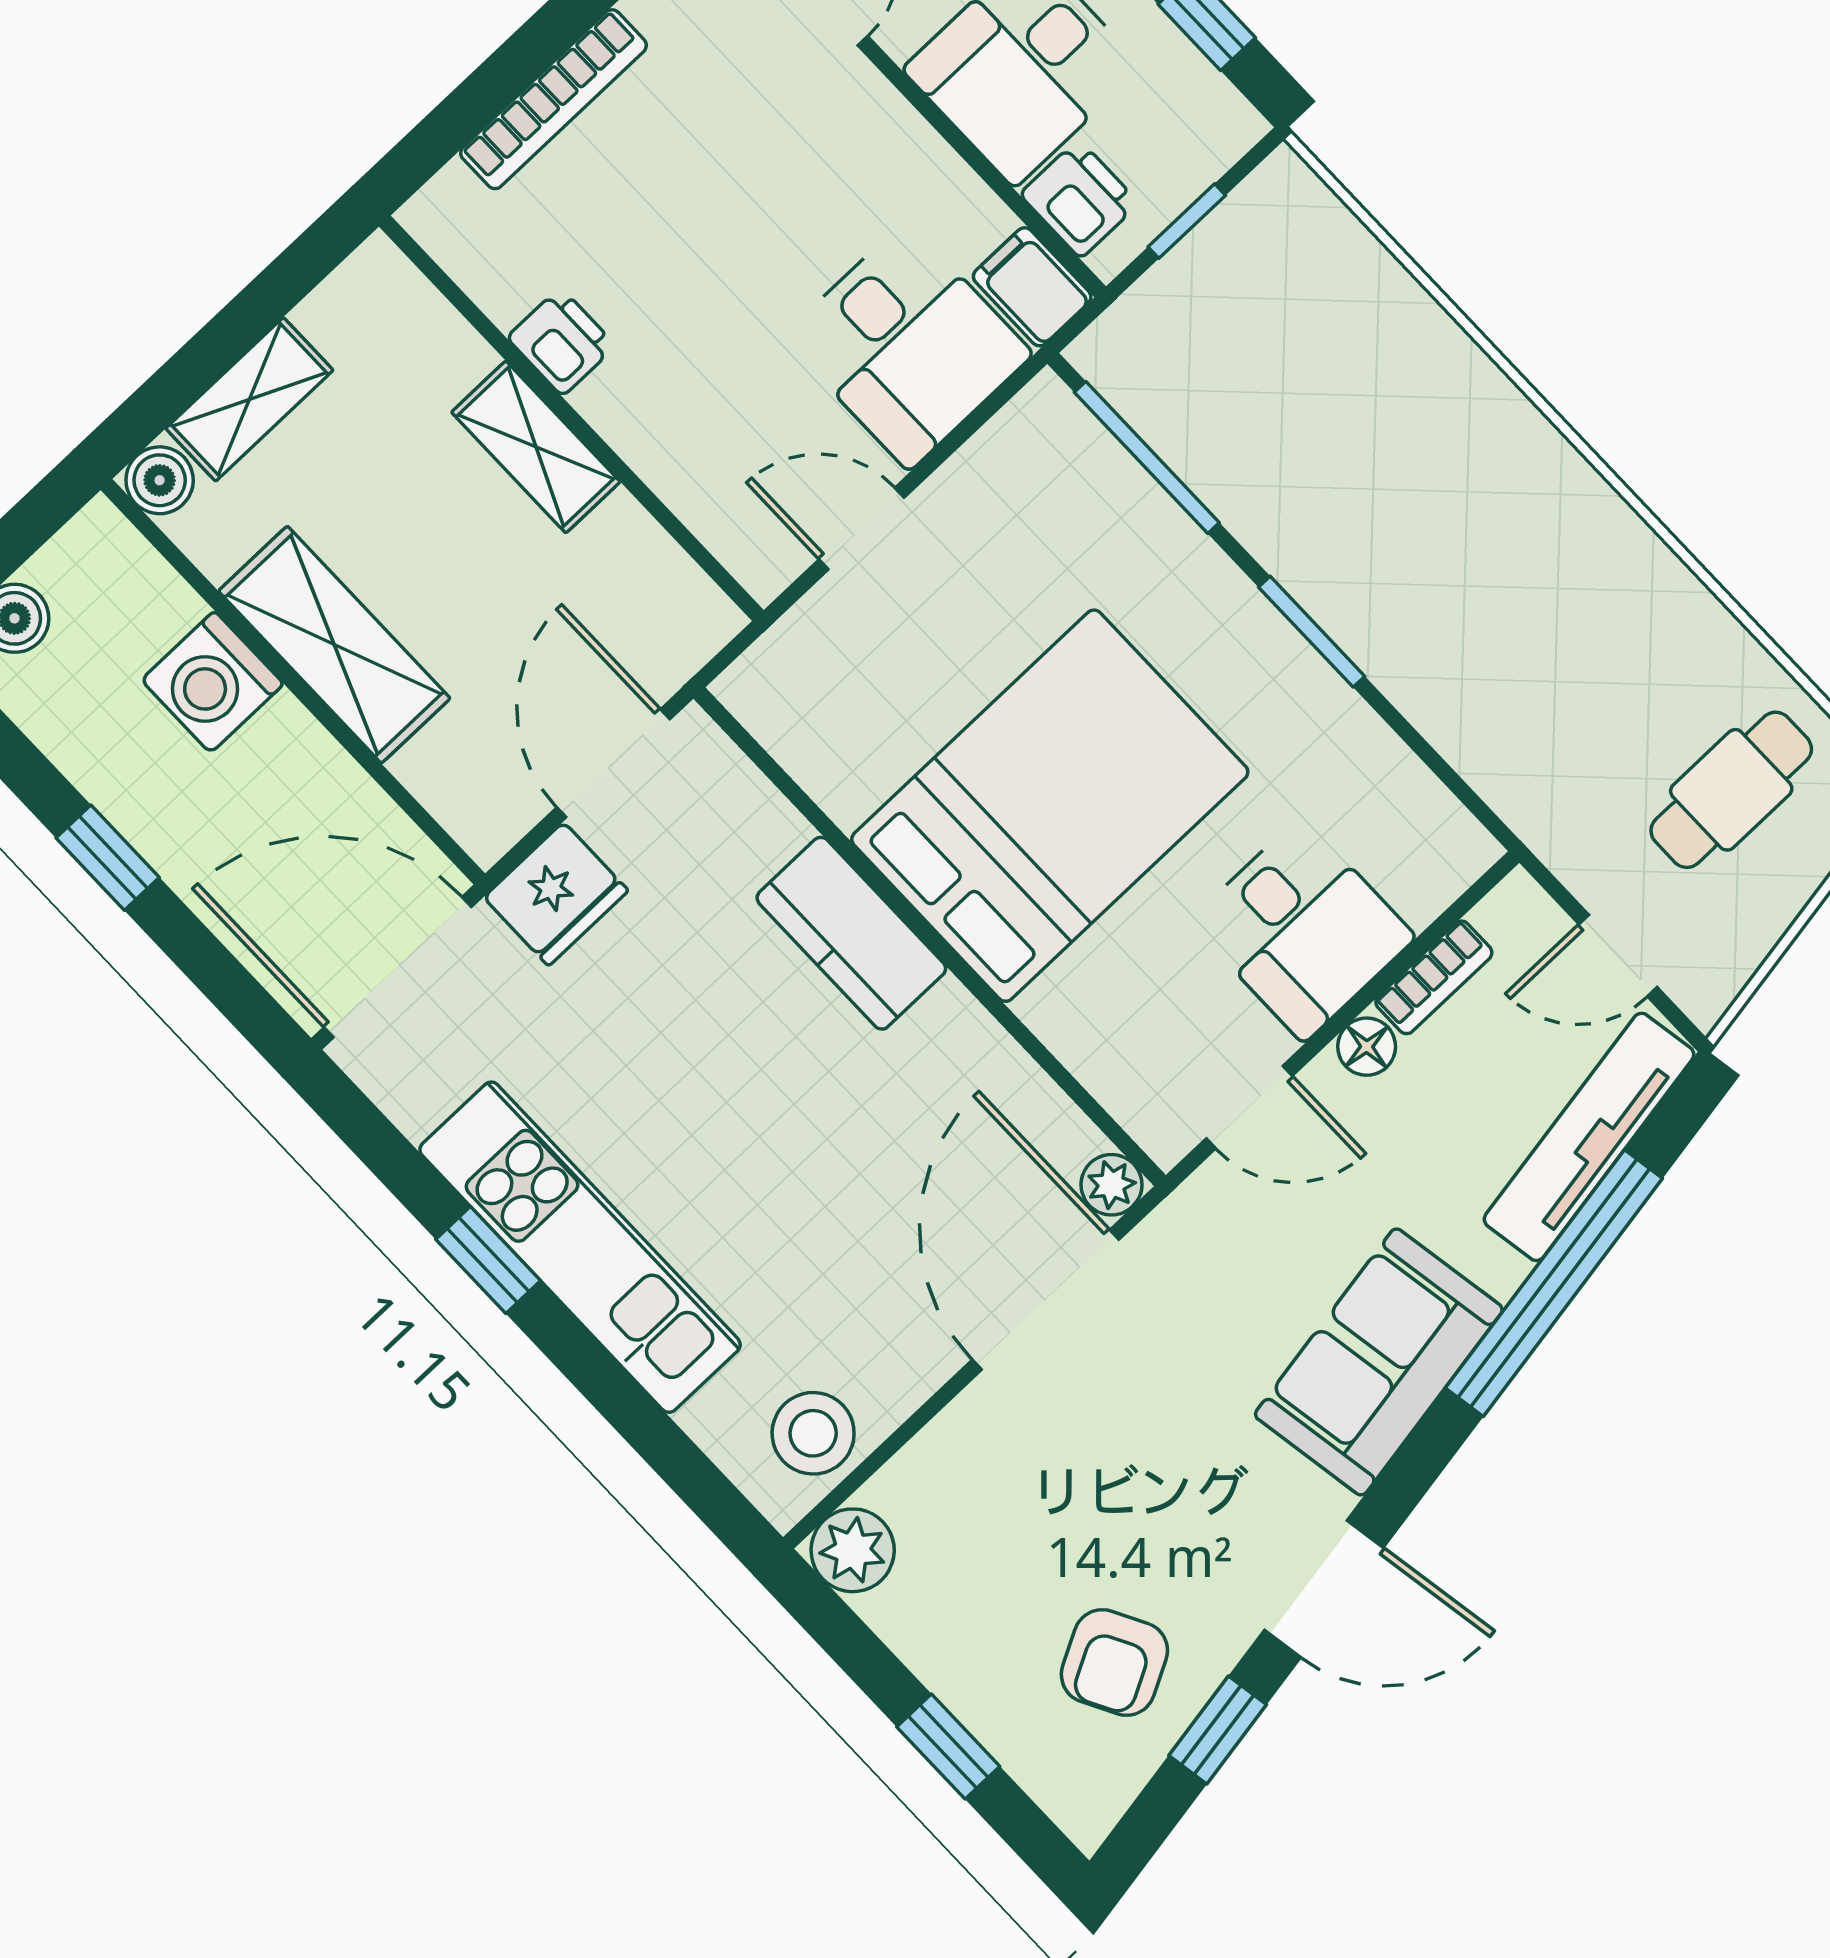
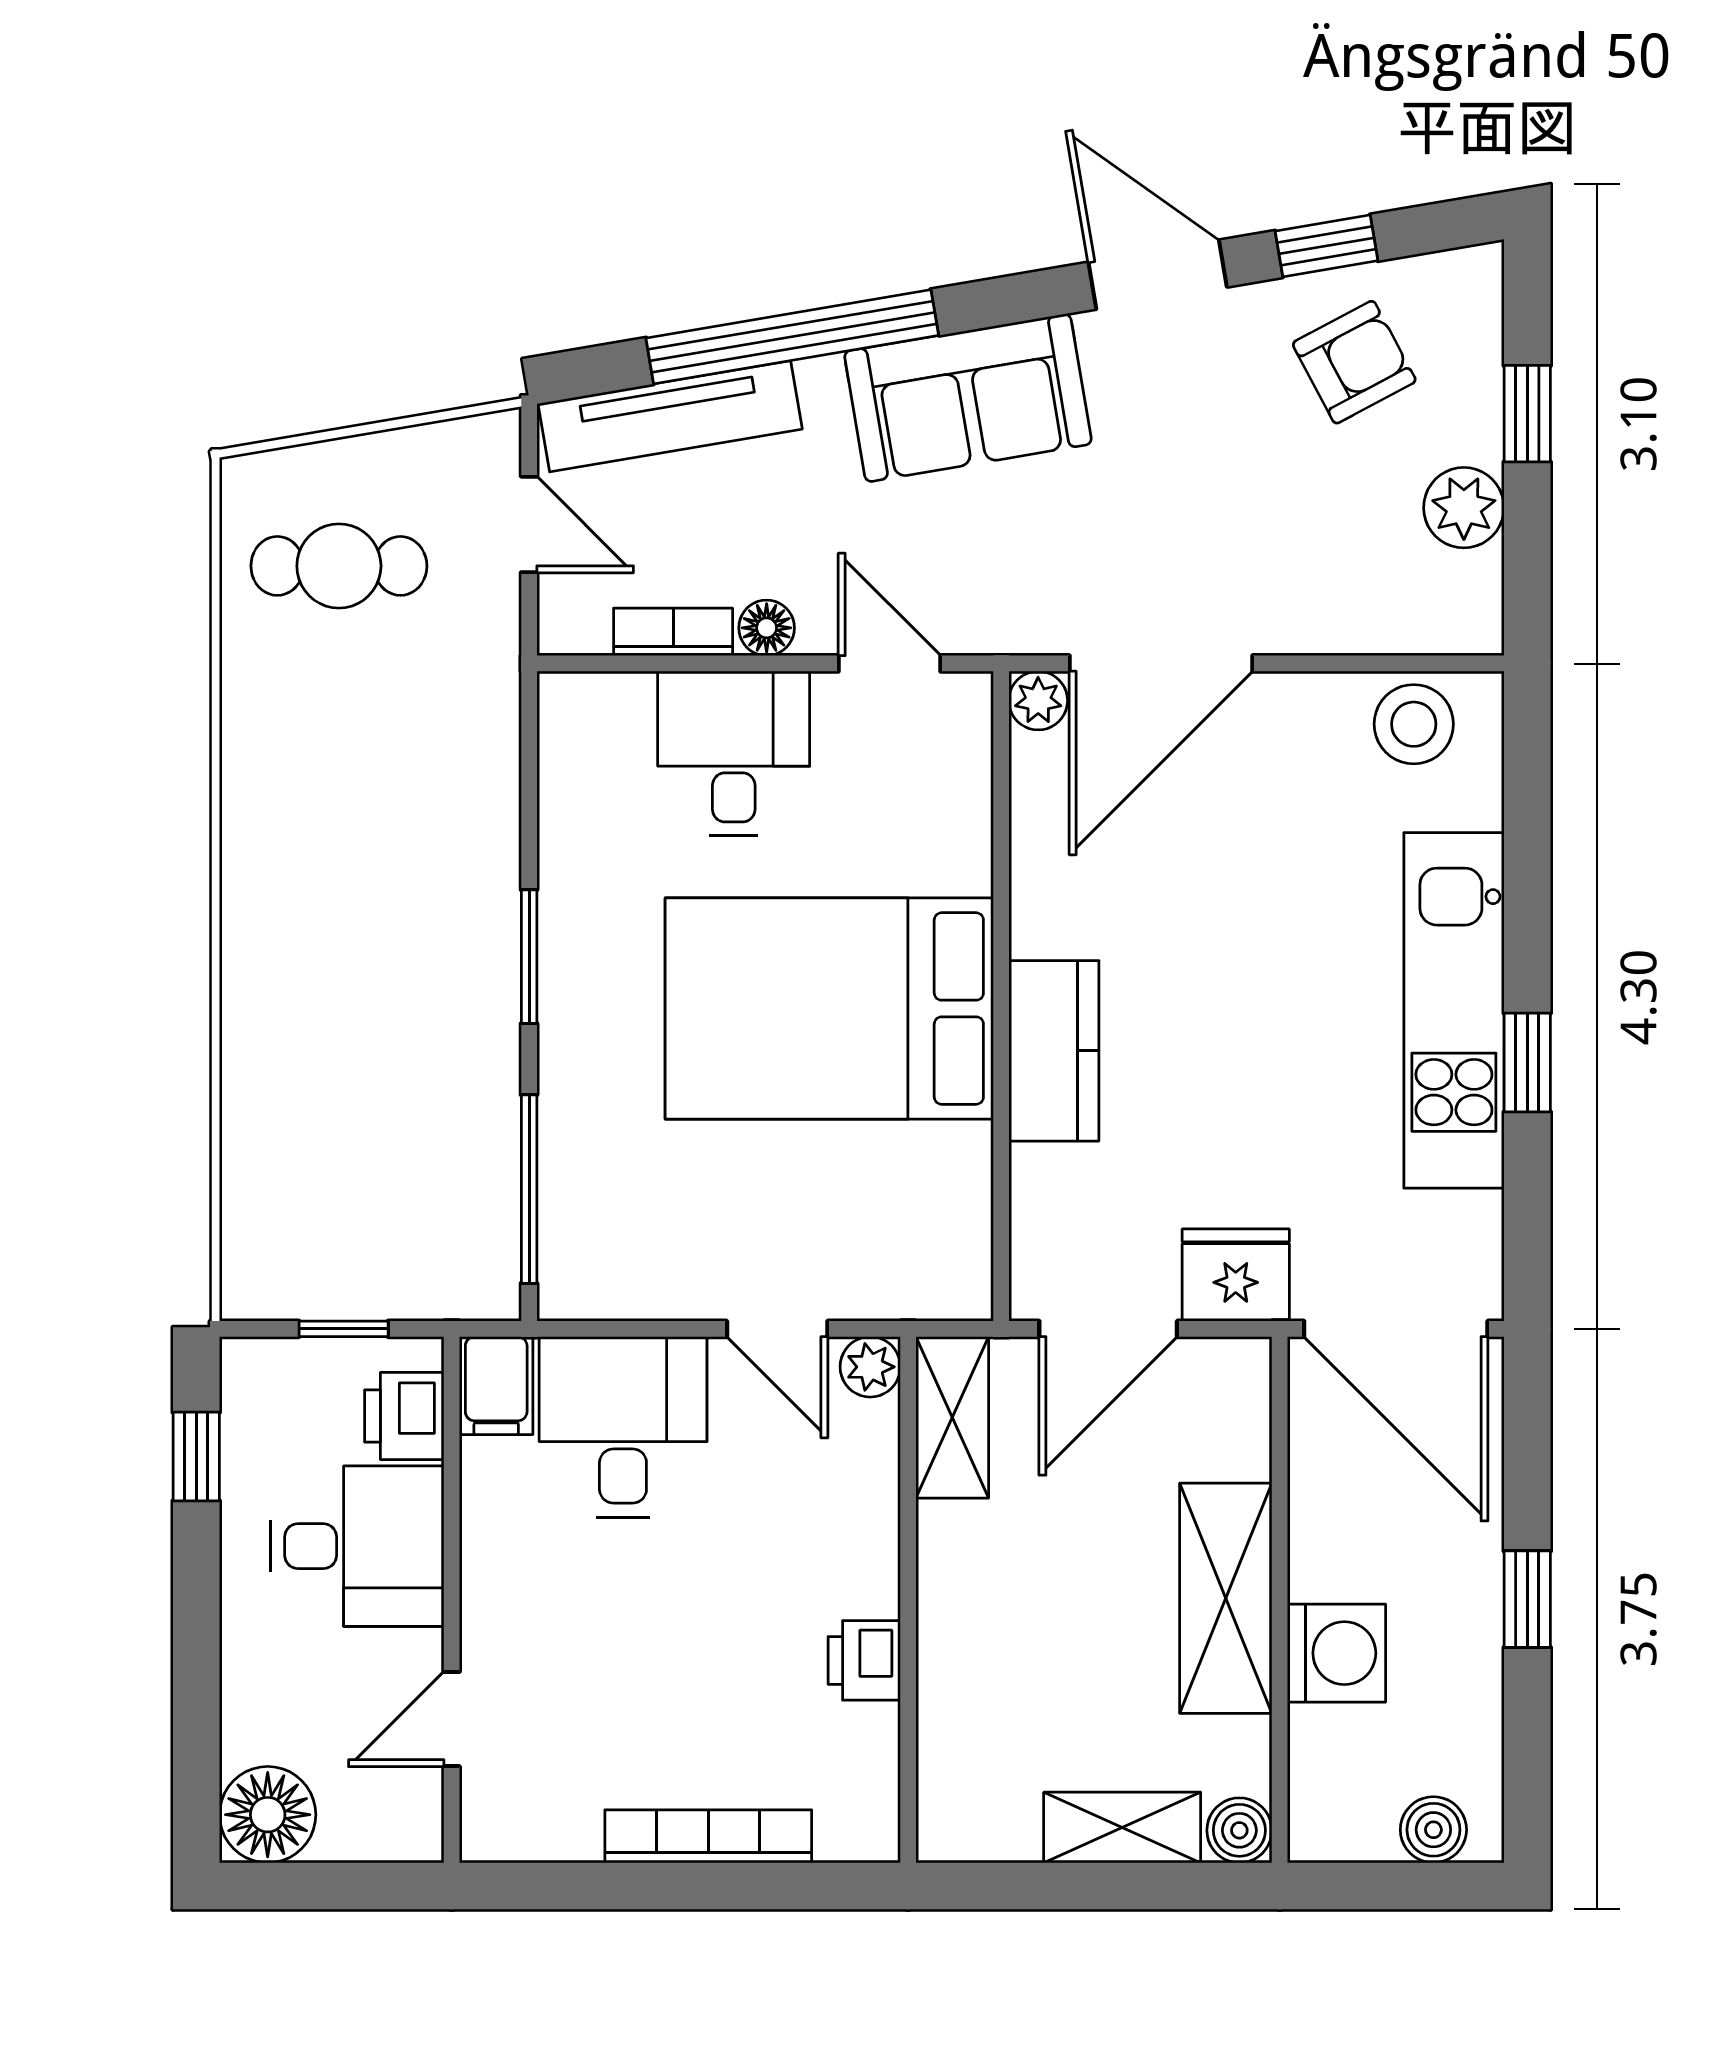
shelving: (536, 447) -> (952, 1417), moved
plant: (765, 566) -> (870, 1367), added
plant: (853, 1550) -> (1464, 508), moved

